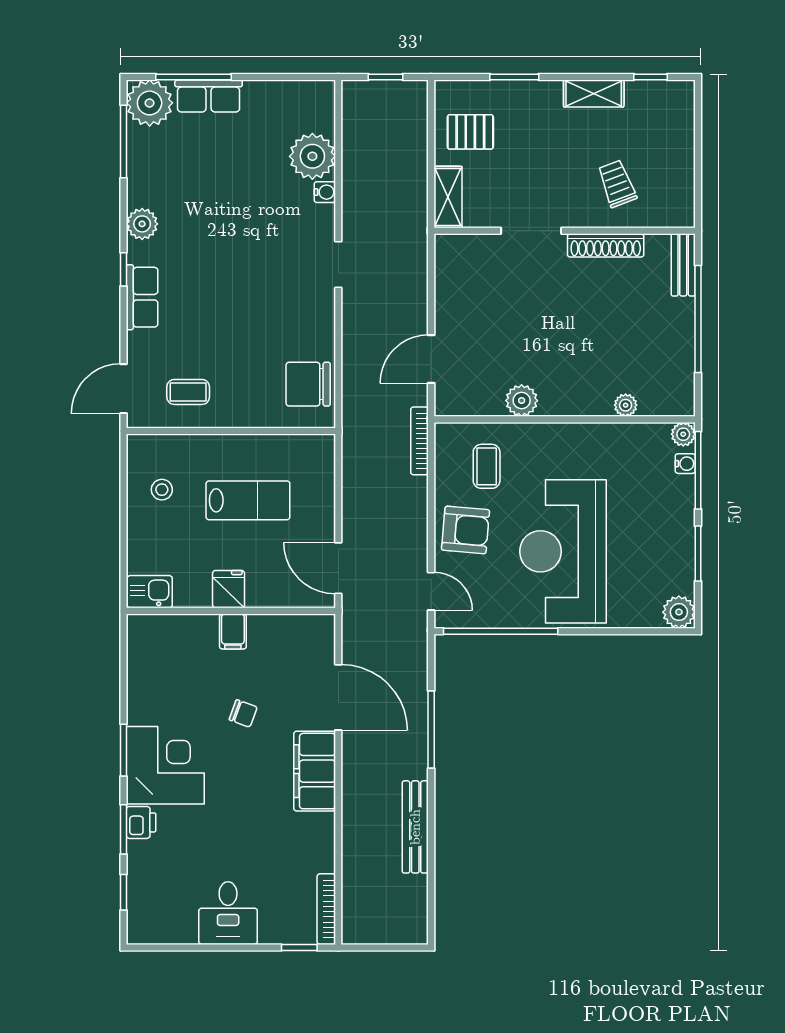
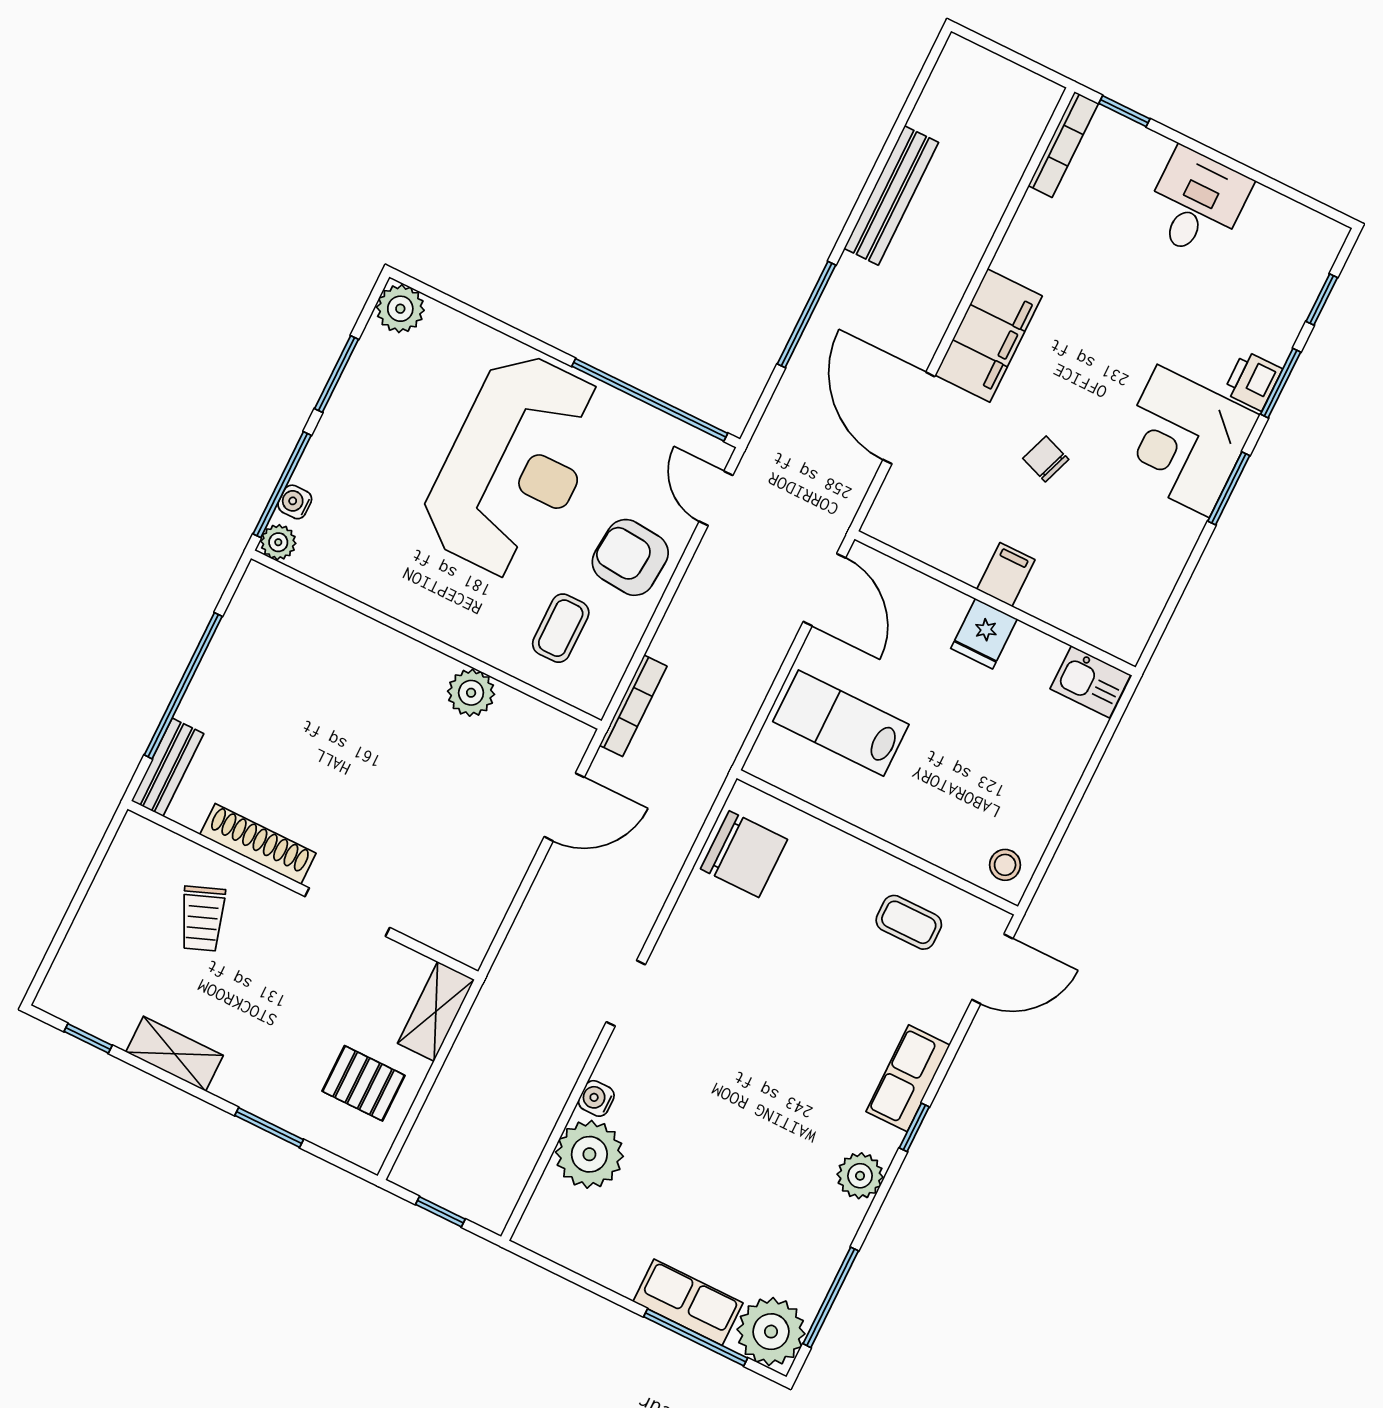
plant: (626, 405) -> (336, 619), removed
stool: (162, 490) -> (1005, 865), moved
lab bench: (248, 500) -> (841, 723), moved

